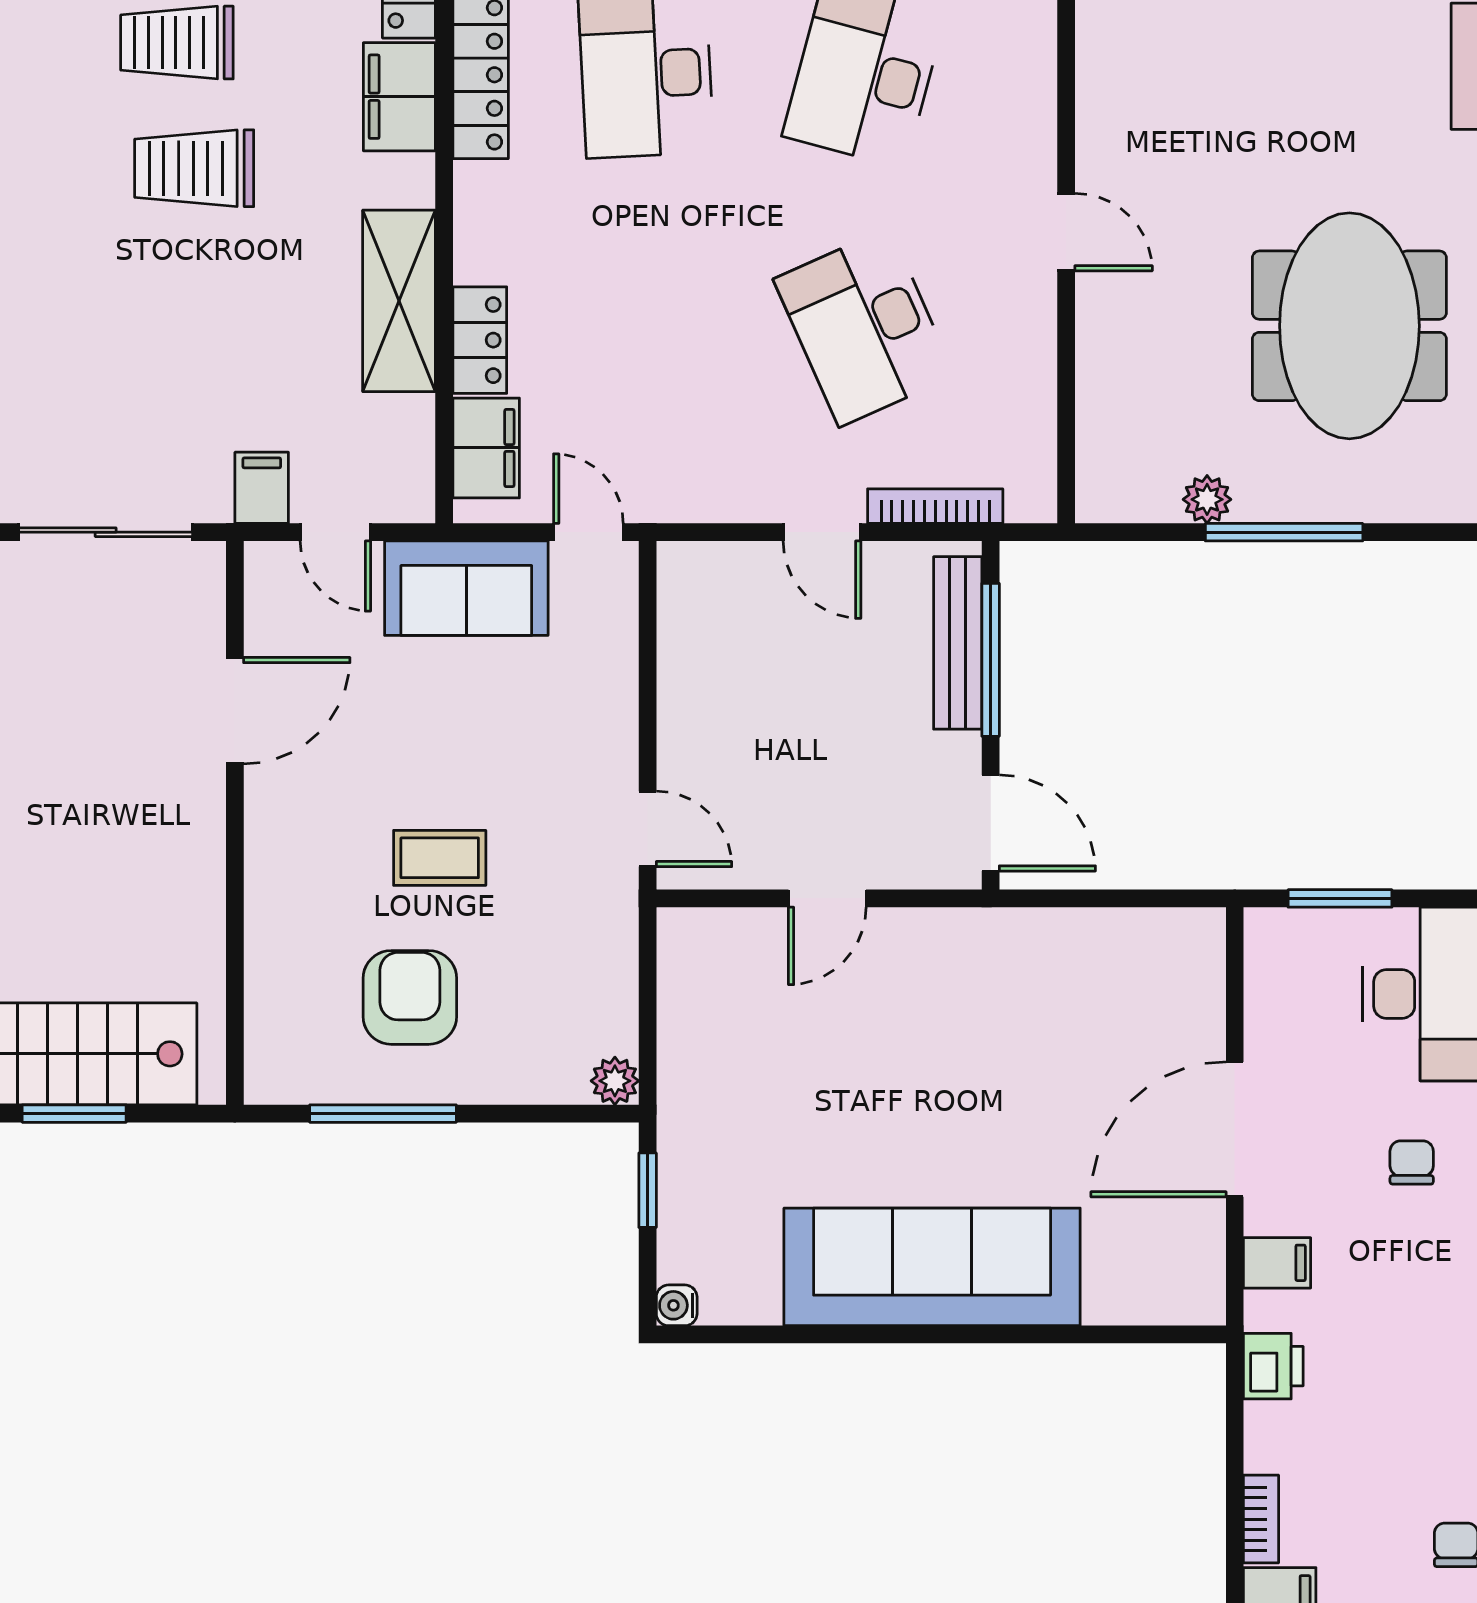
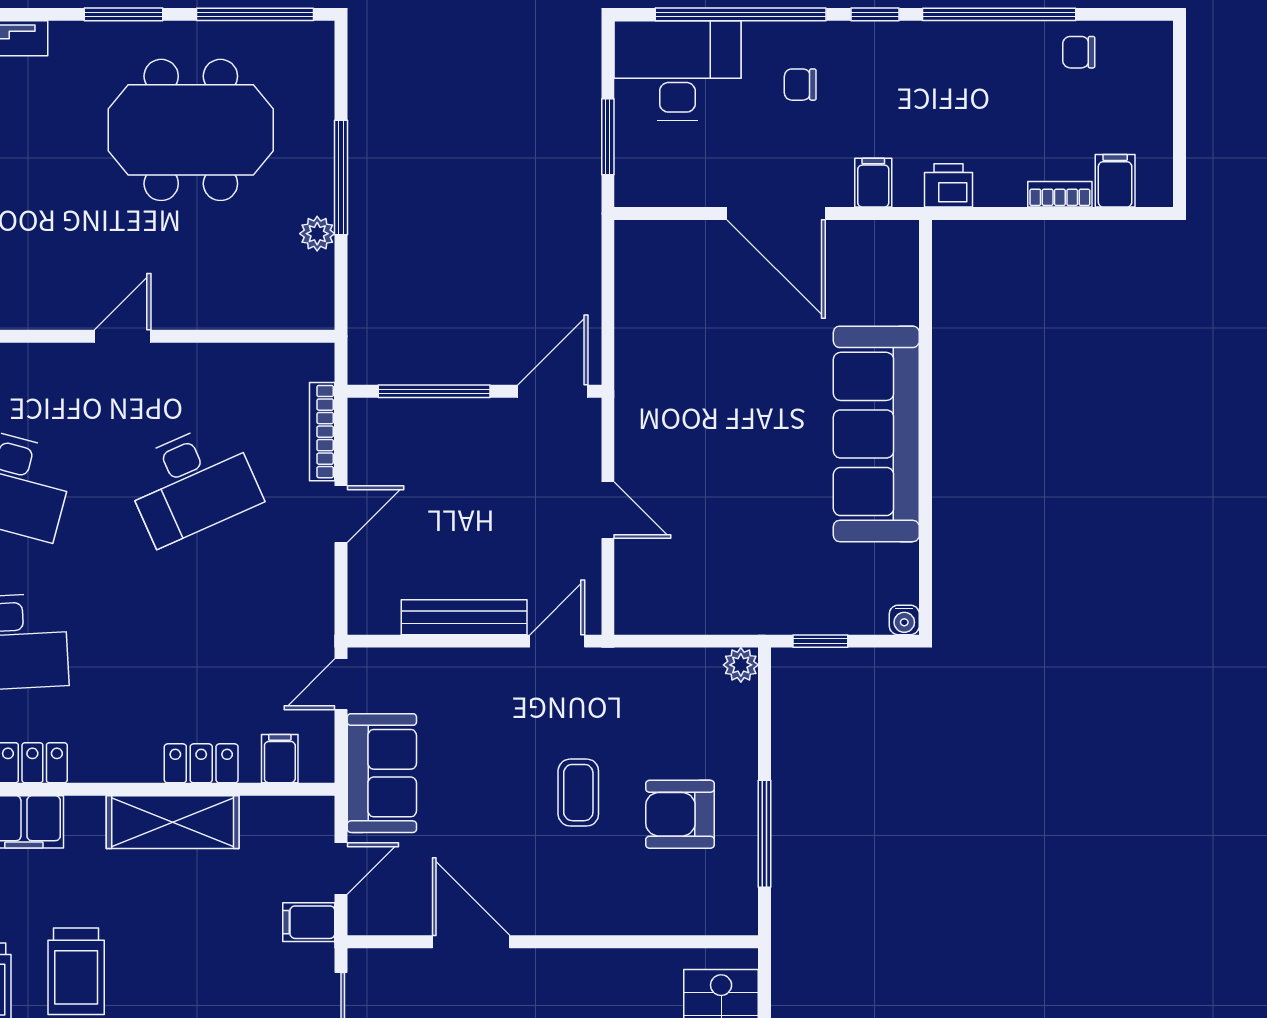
filing cabinet: (486, 448) -> (280, 759), width x0.50
bench: (958, 643) -> (464, 617), moved

